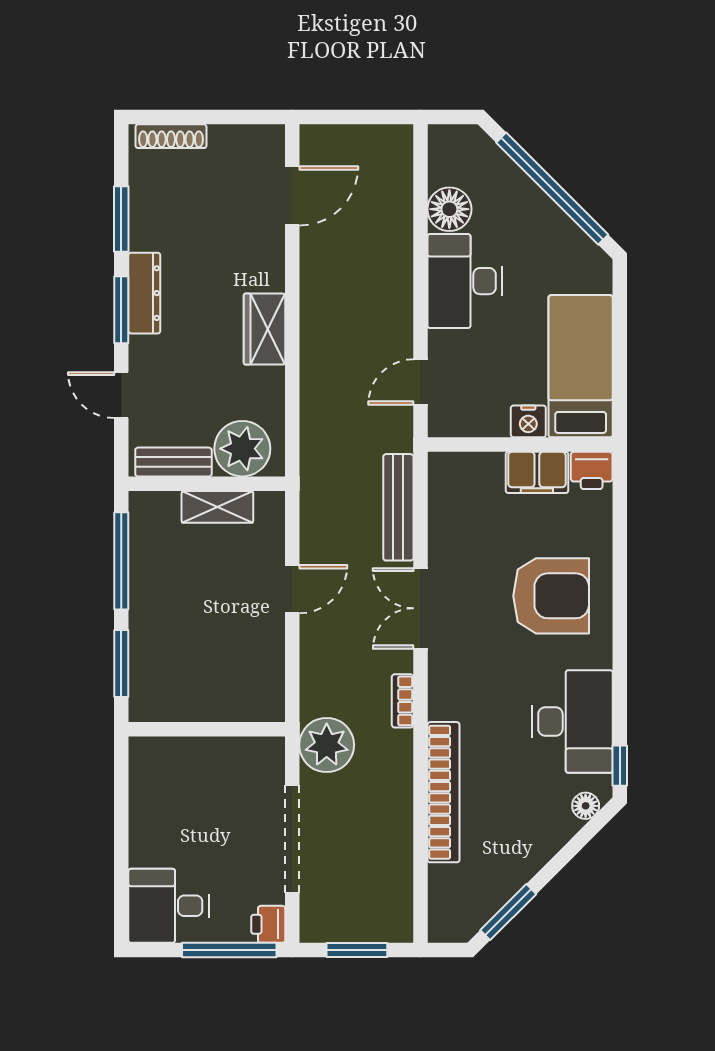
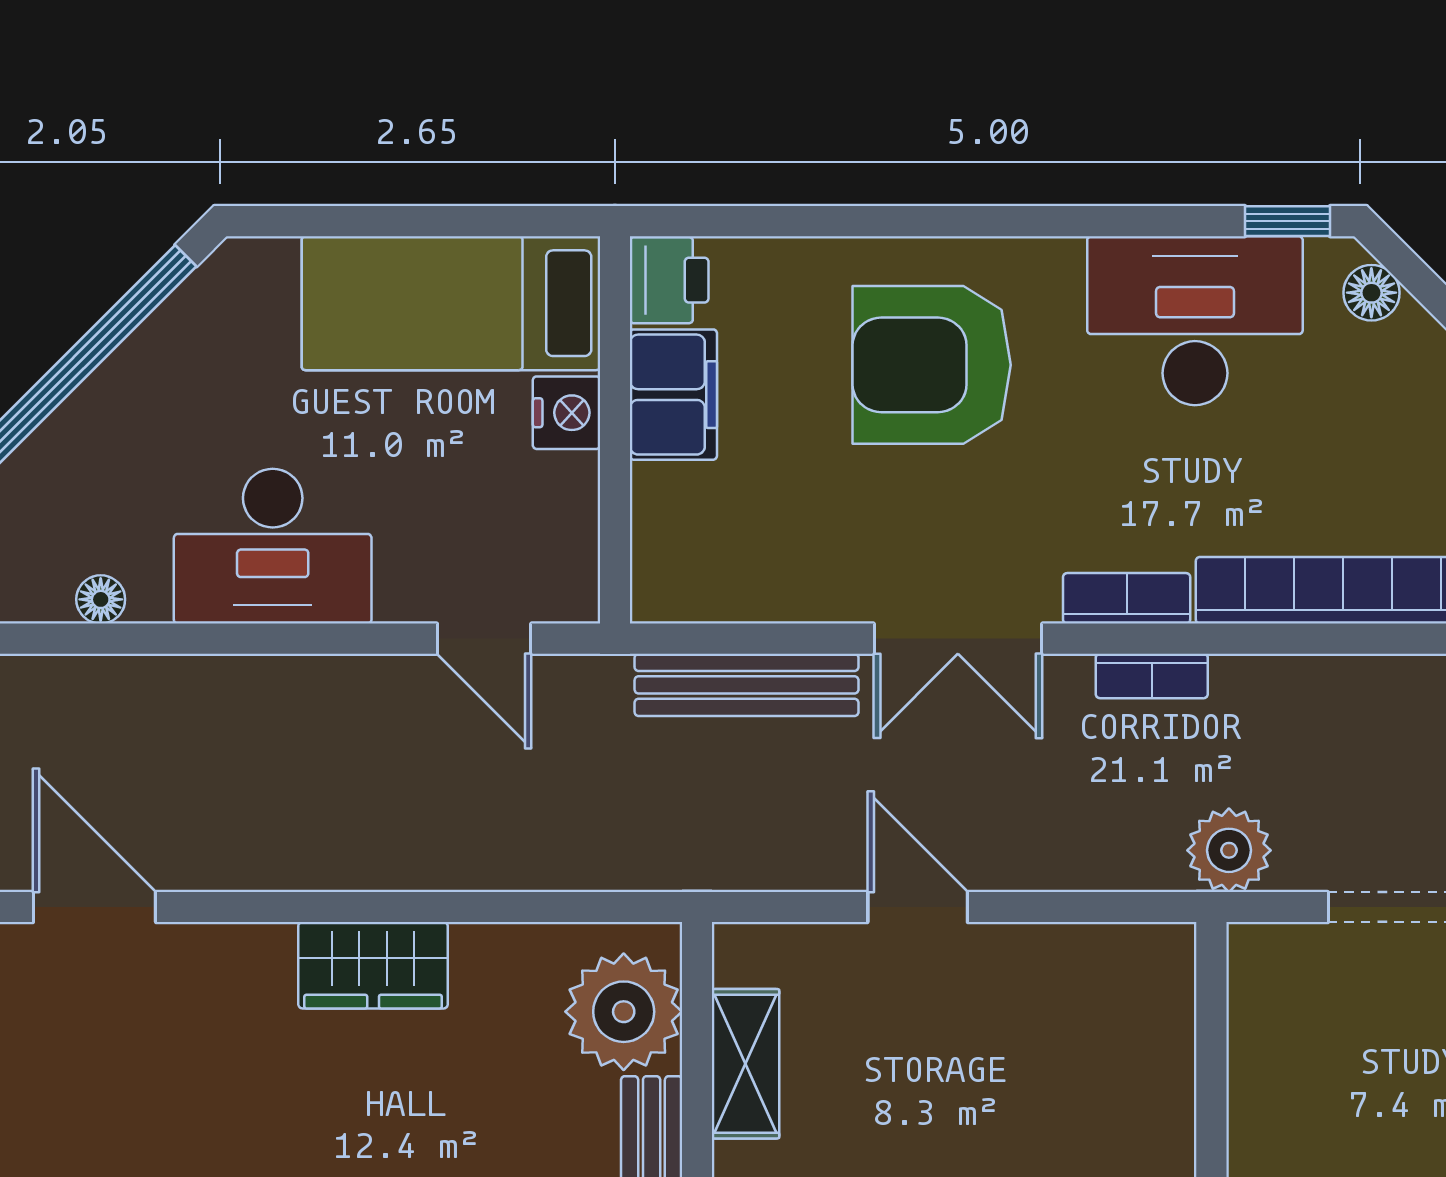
floor lamp: (449, 209) -> (101, 599), width x0.53, depth x0.53
armchair: (551, 596) -> (932, 365), turned -90
bookcase: (440, 689) -> (1127, 598), added
plant: (327, 745) -> (1229, 850), width x0.73, depth x0.73

